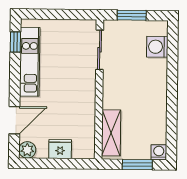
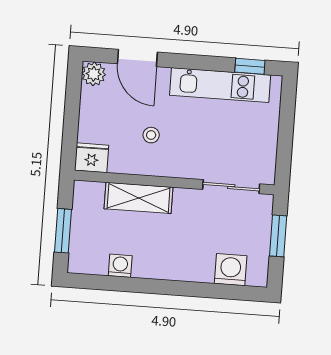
stool: (67, 108) -> (151, 135), added
shelving: (111, 133) -> (139, 198), moved
fridge: (60, 149) -> (92, 158), moved, turned -90
washing machine: (159, 152) -> (120, 266), moved, turned -90

